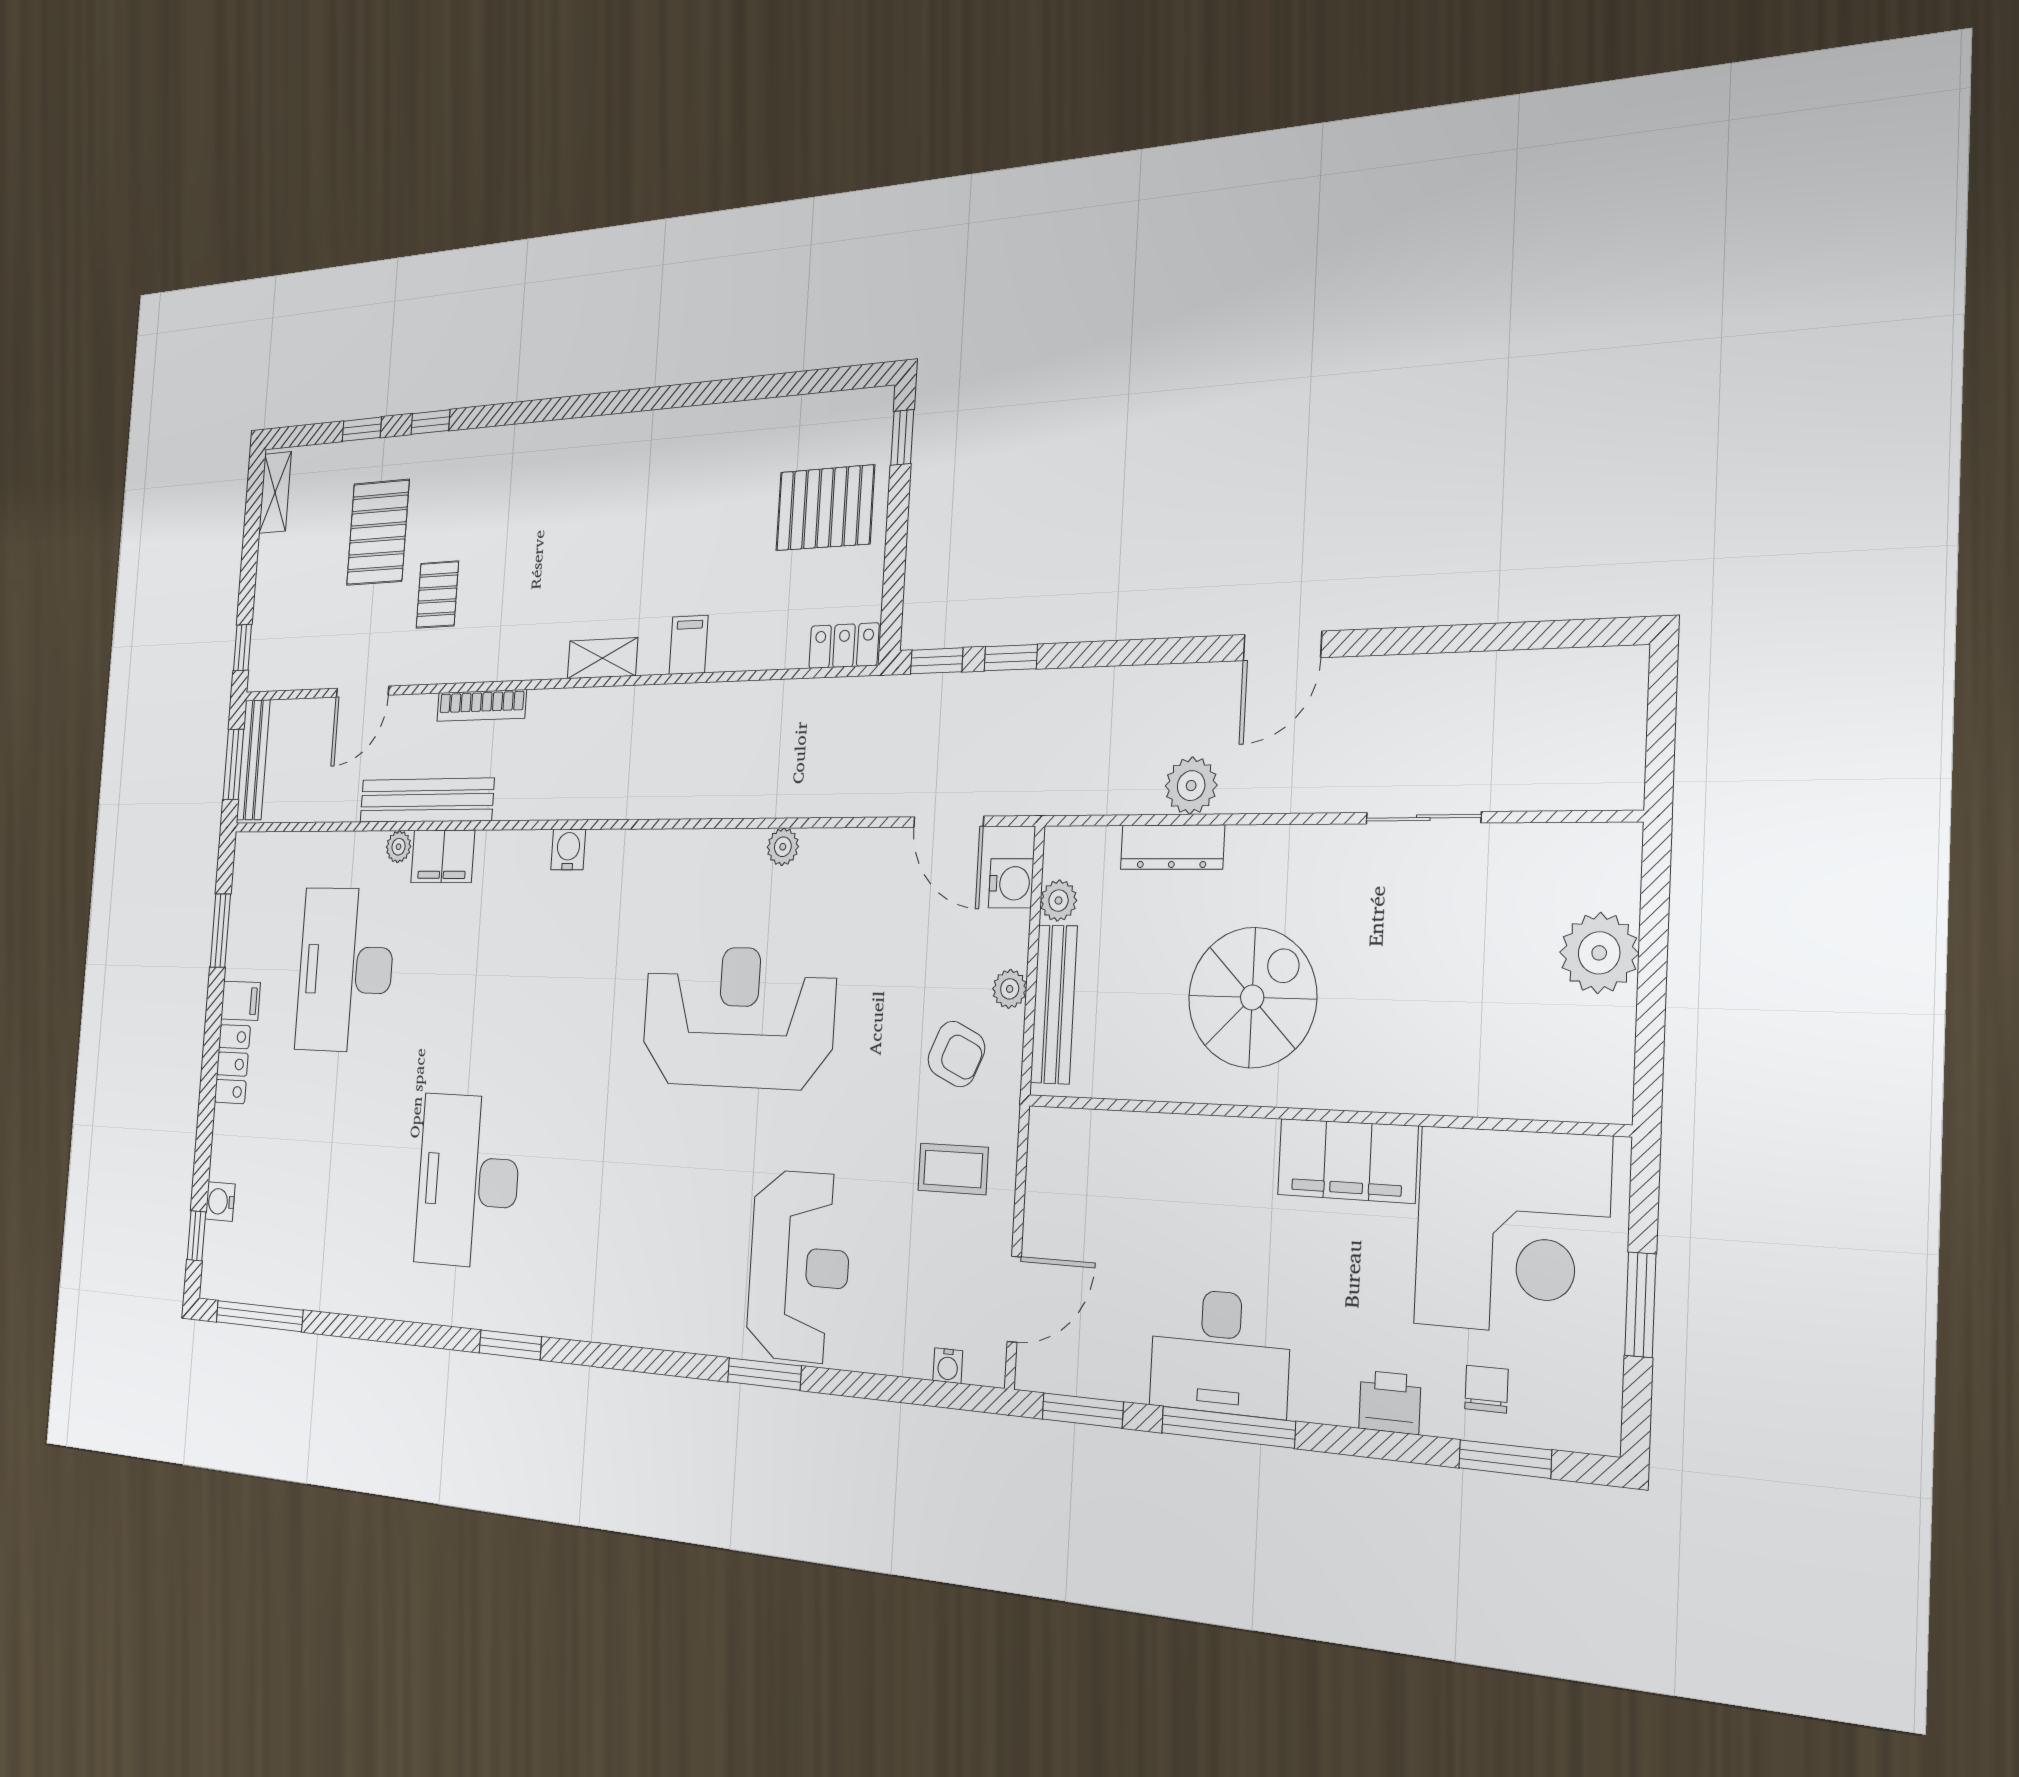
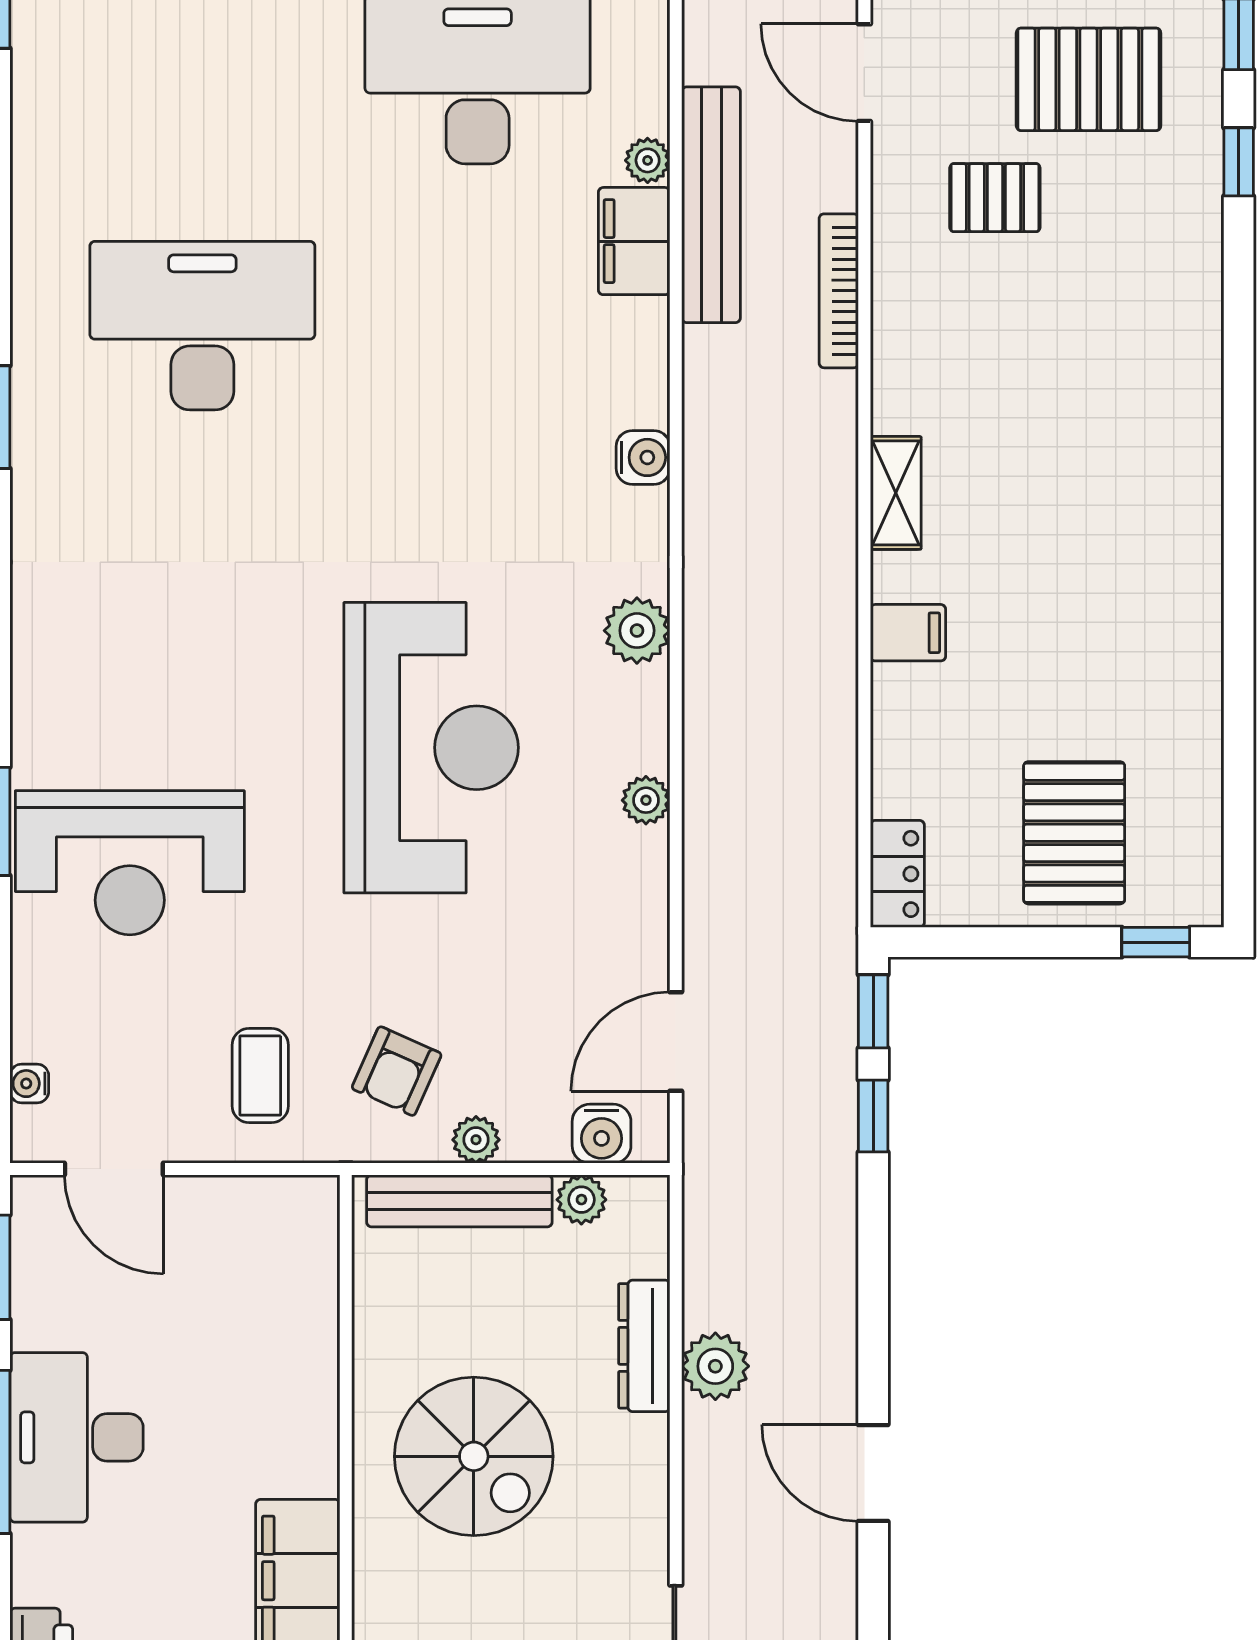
plant: (674, 854) -> (637, 631), added

